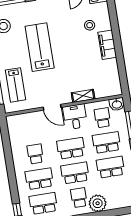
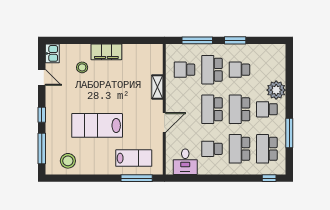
washbasin: (117, 104) -> (172, 52), removed
desk: (75, 117) -> (185, 162), moved, turned -90
school desk: (110, 167) -> (239, 70), width x0.54

